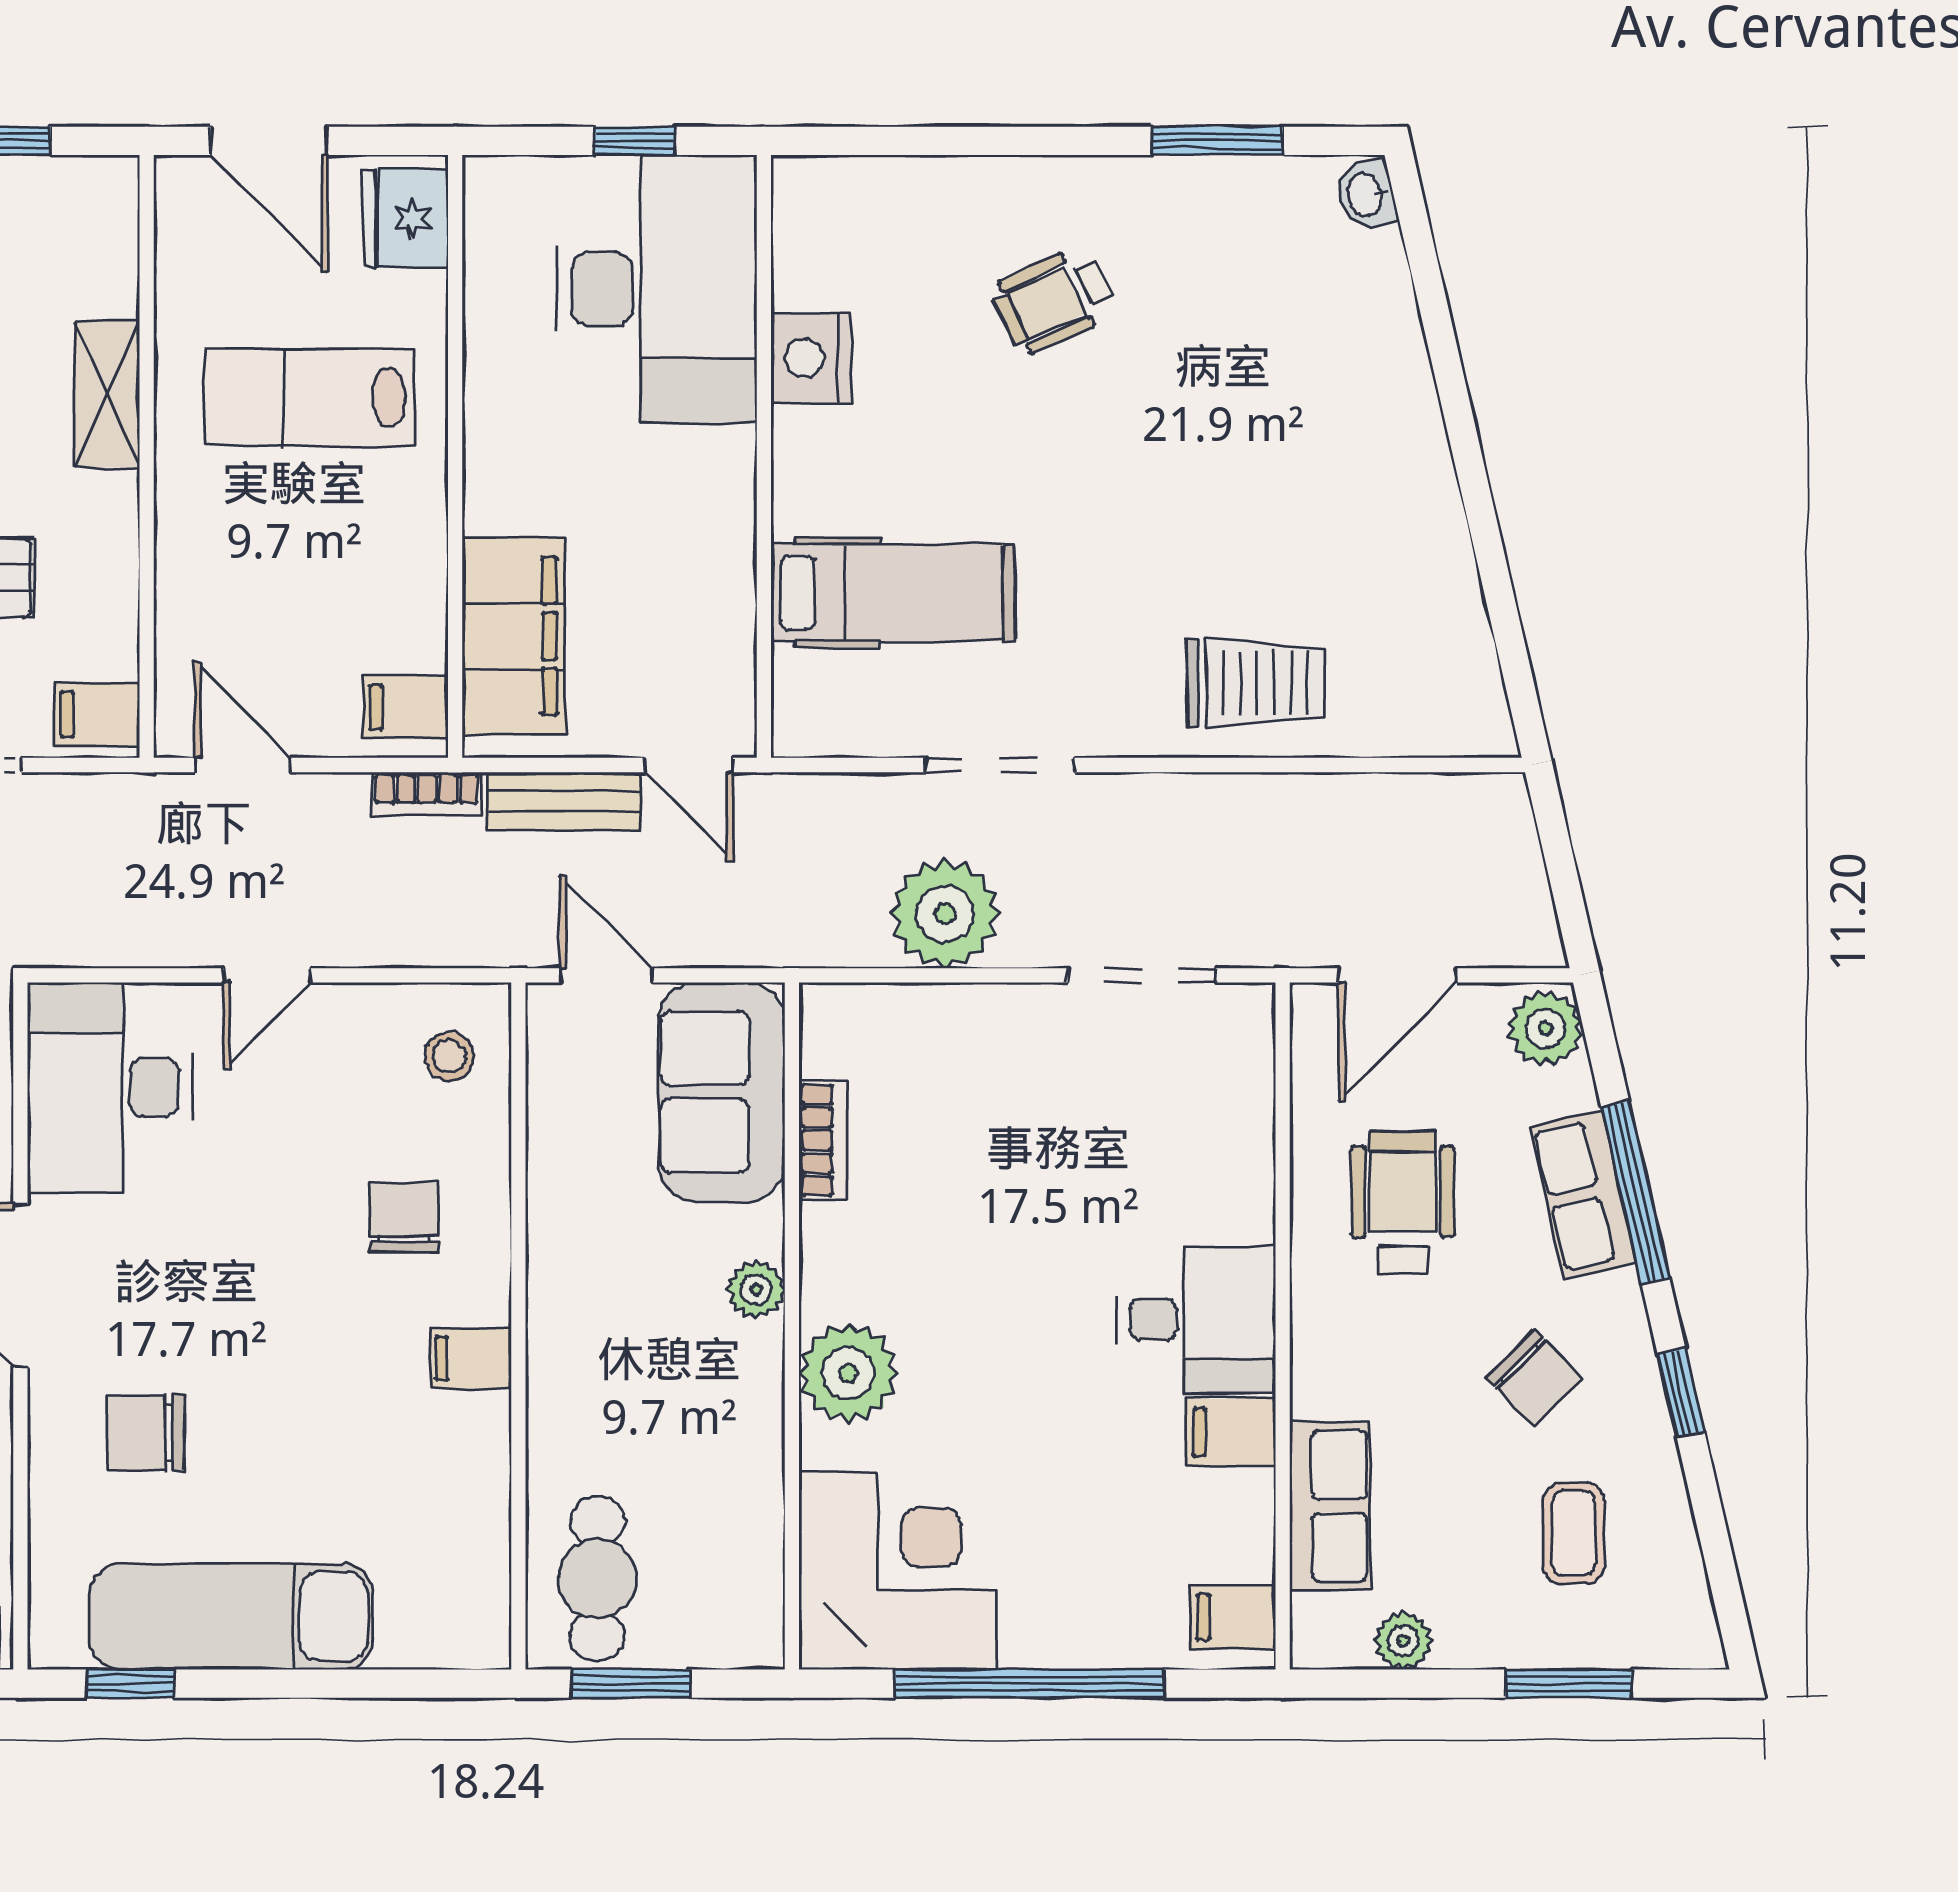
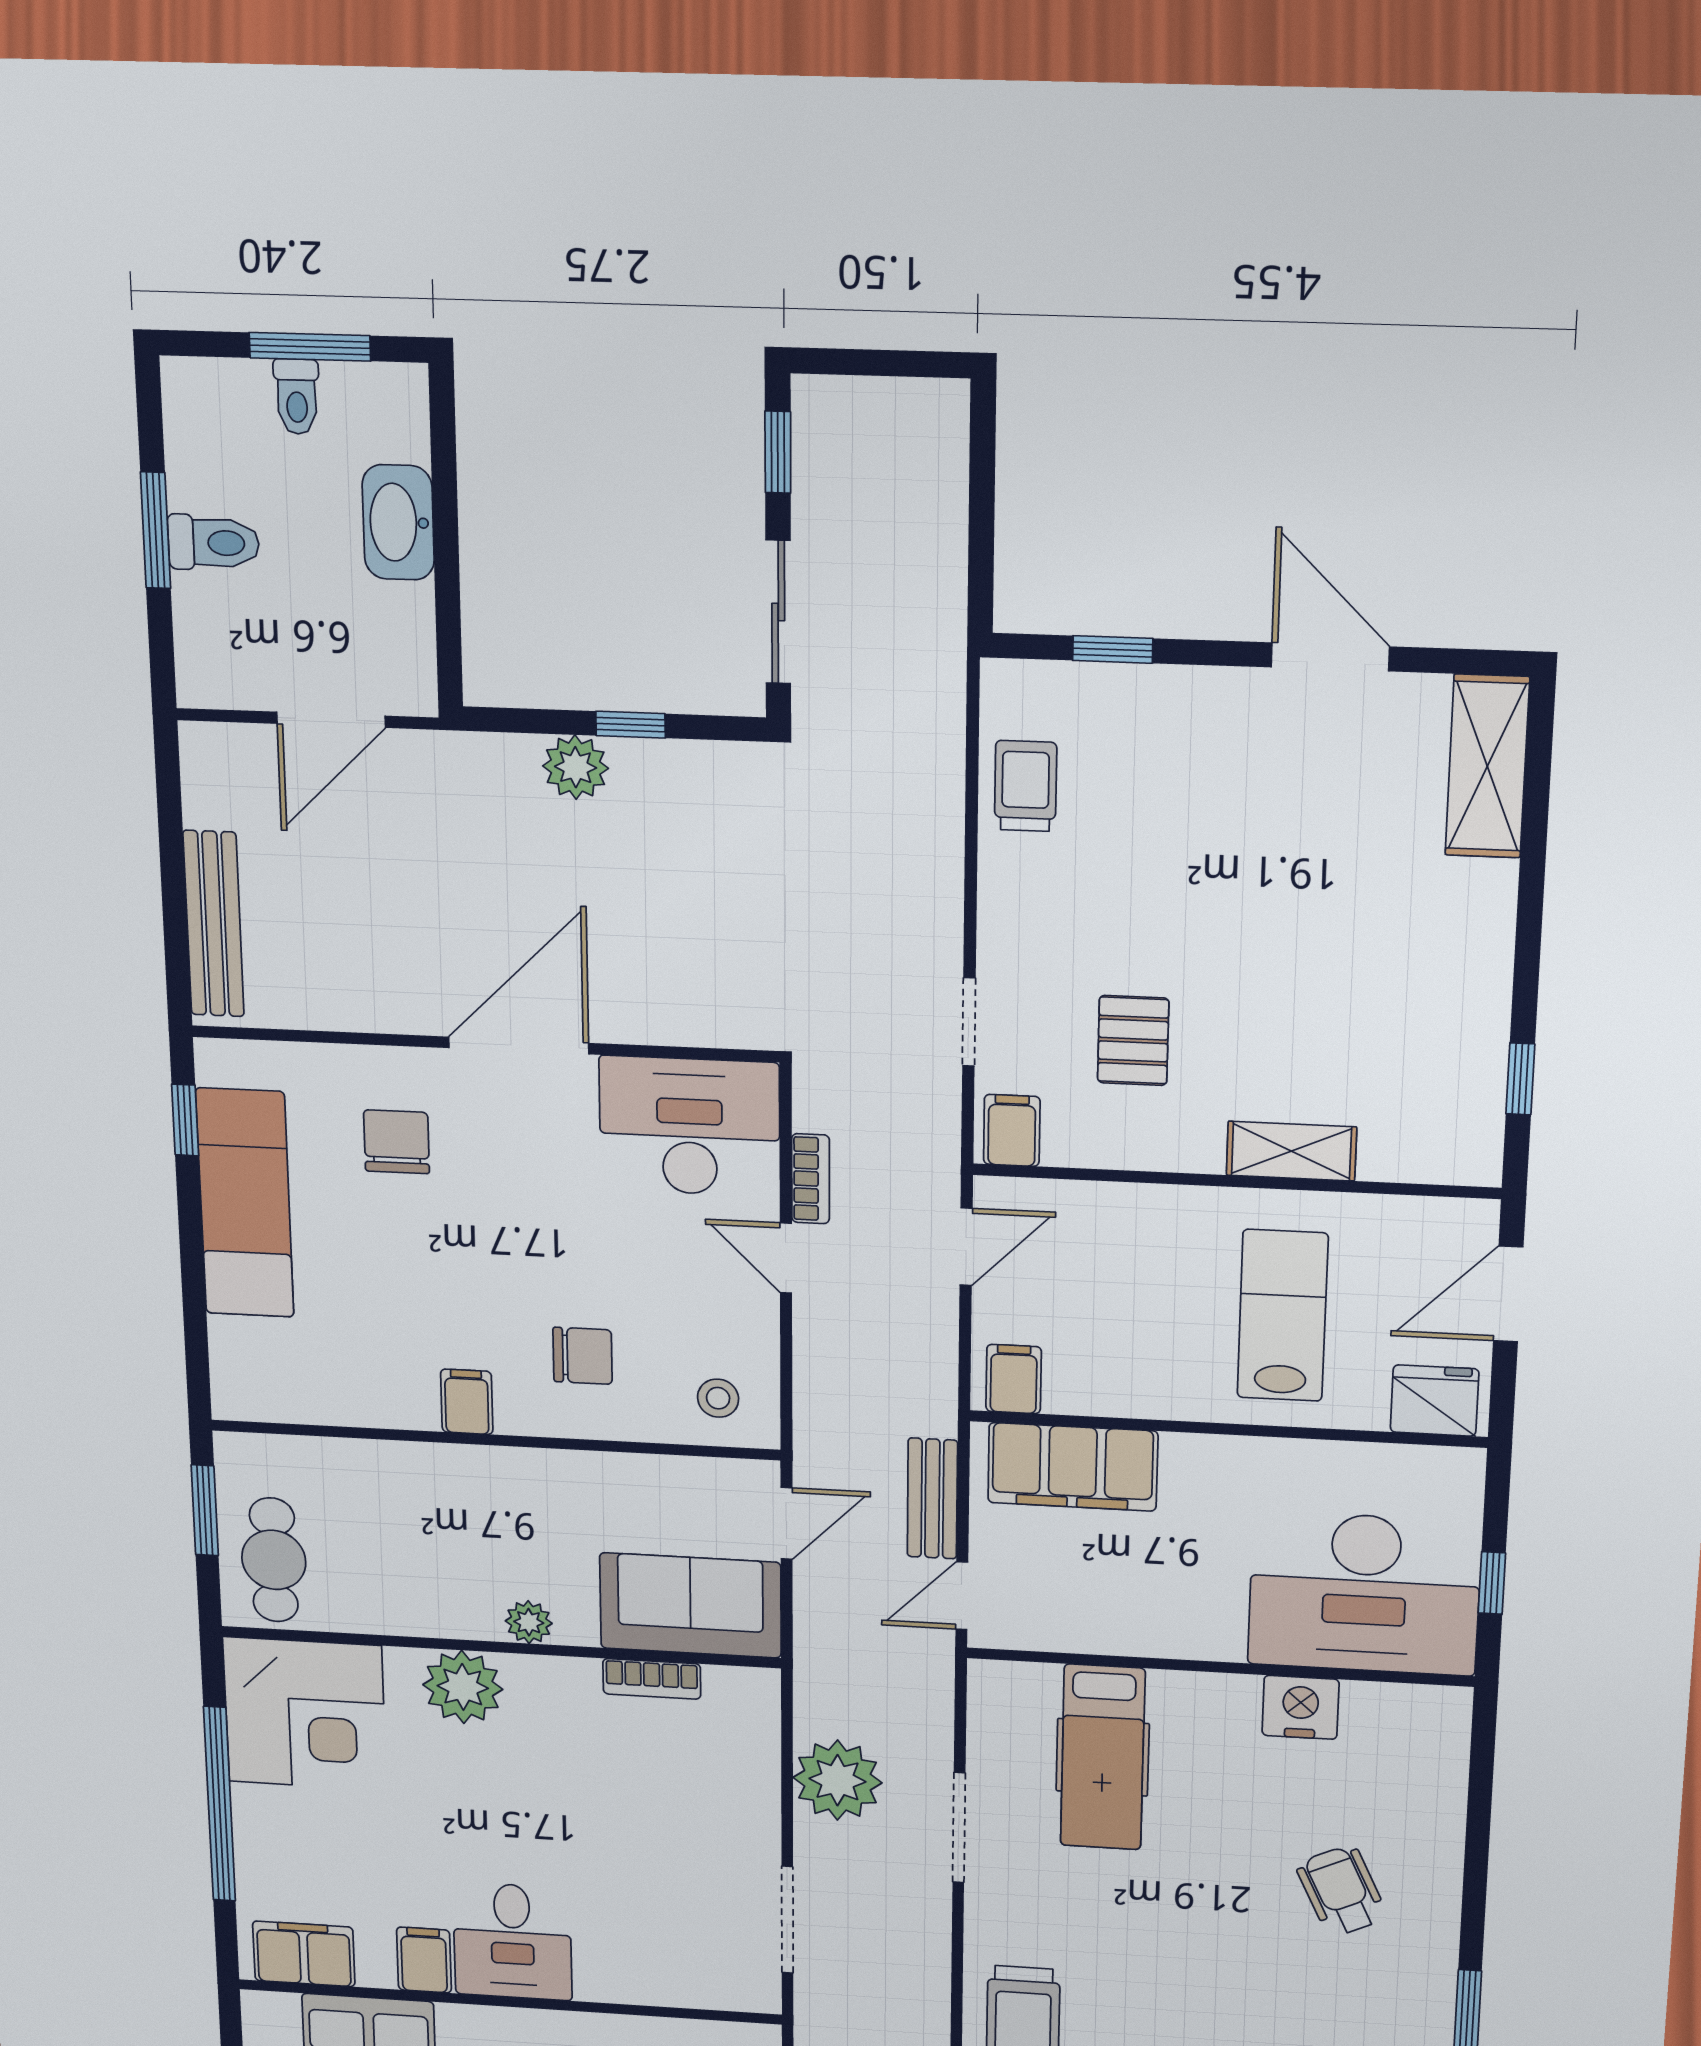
bookcase: (427, 794) -> (811, 1179), moved, turned 180
cafe table: (597, 1579) -> (274, 1560), moved, turned 90
filing cabinet: (1233, 1617) -> (304, 1954), width x2.00

